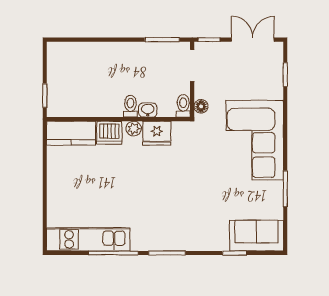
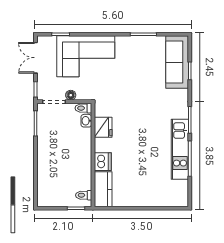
toilet: (130, 106) -> (84, 195), moved
floor lamp: (201, 106) -> (71, 95), moved
washbasin: (148, 110) -> (86, 121), moved
plant: (134, 129) -> (100, 144), removed
corner sofa: (255, 140) -> (86, 56), moved
sofa: (257, 236) -> (177, 62), width x1.36
kitchen unit: (88, 239) -> (180, 149), moved

